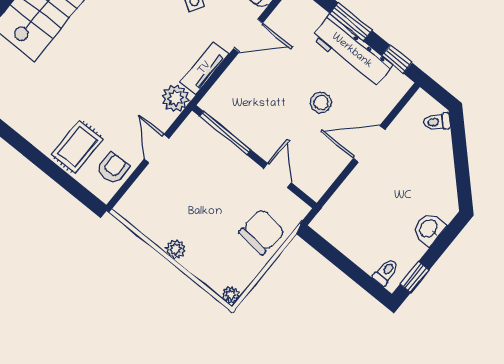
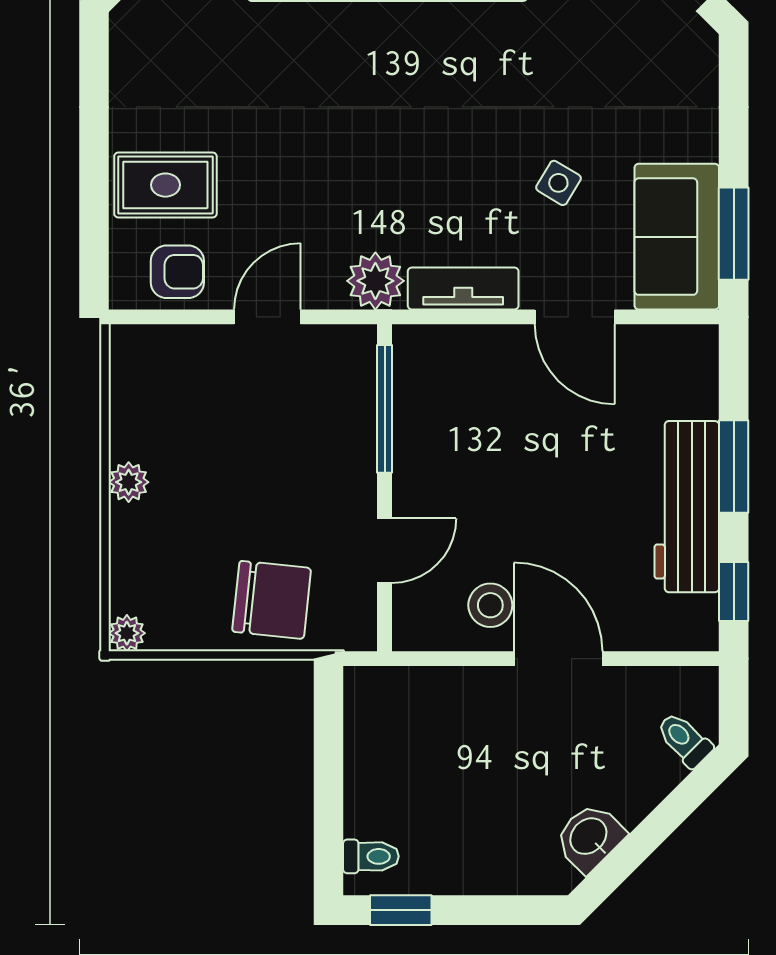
stool: (321, 103) -> (490, 605), moved
washbasin: (429, 229) -> (589, 837), moved, turned -45

